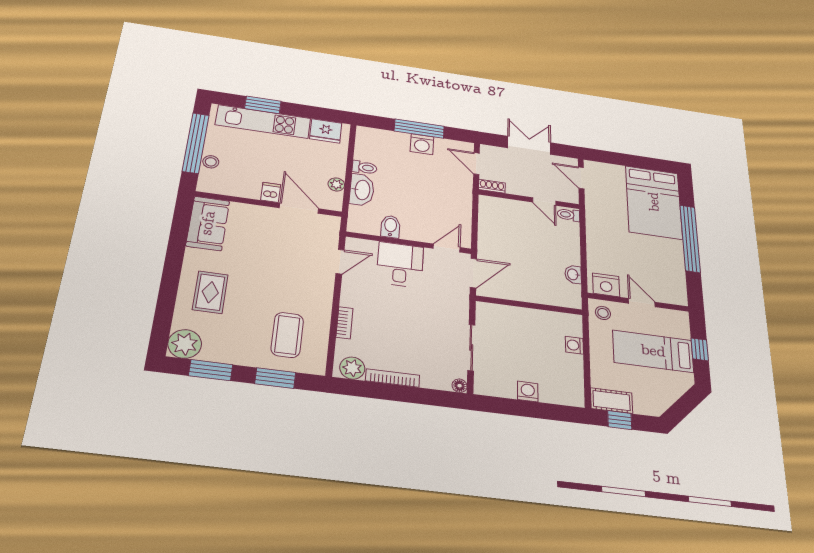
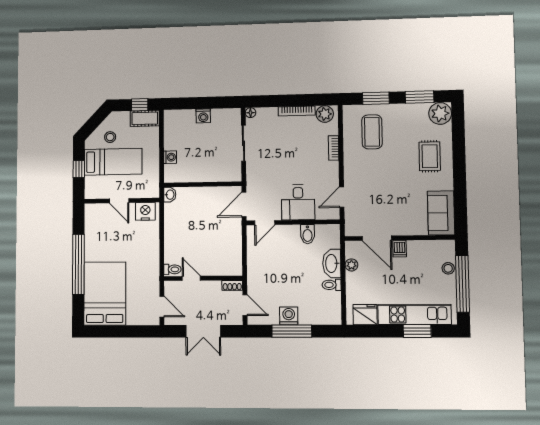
washbasin: (573, 274) -> (170, 195), moved
stool: (603, 313) -> (110, 137), moved

